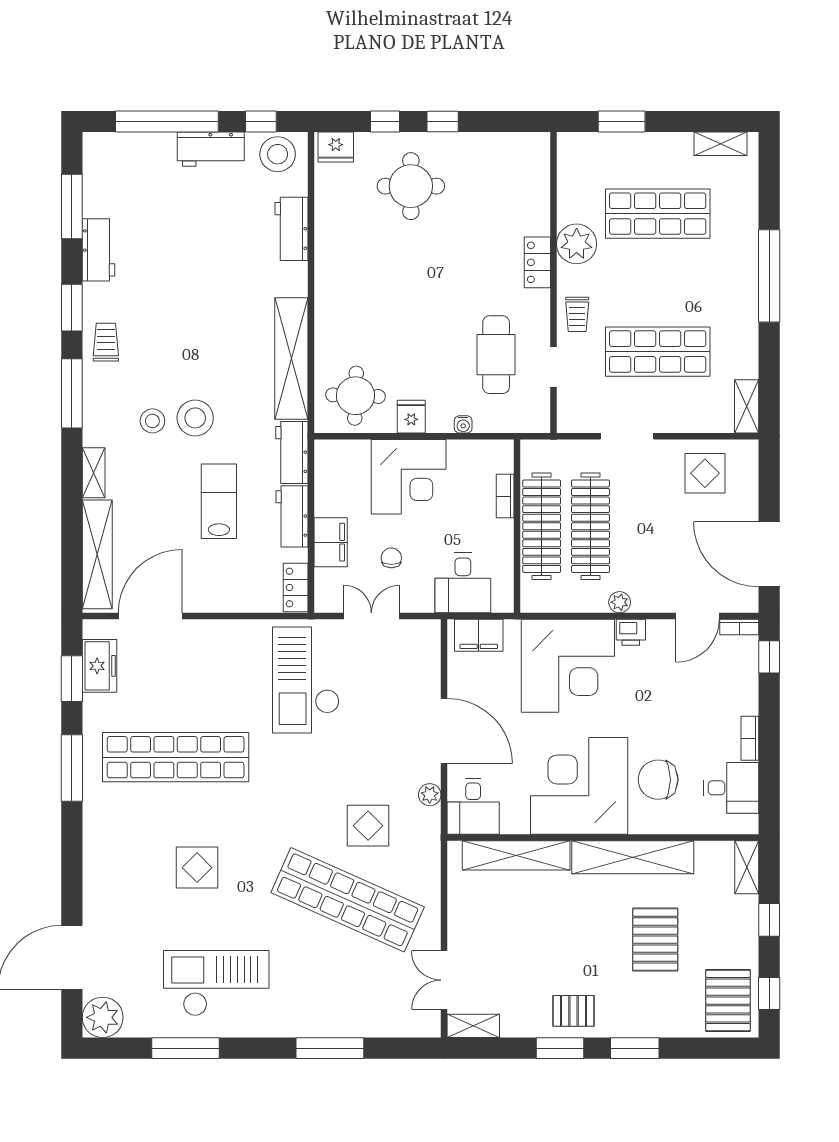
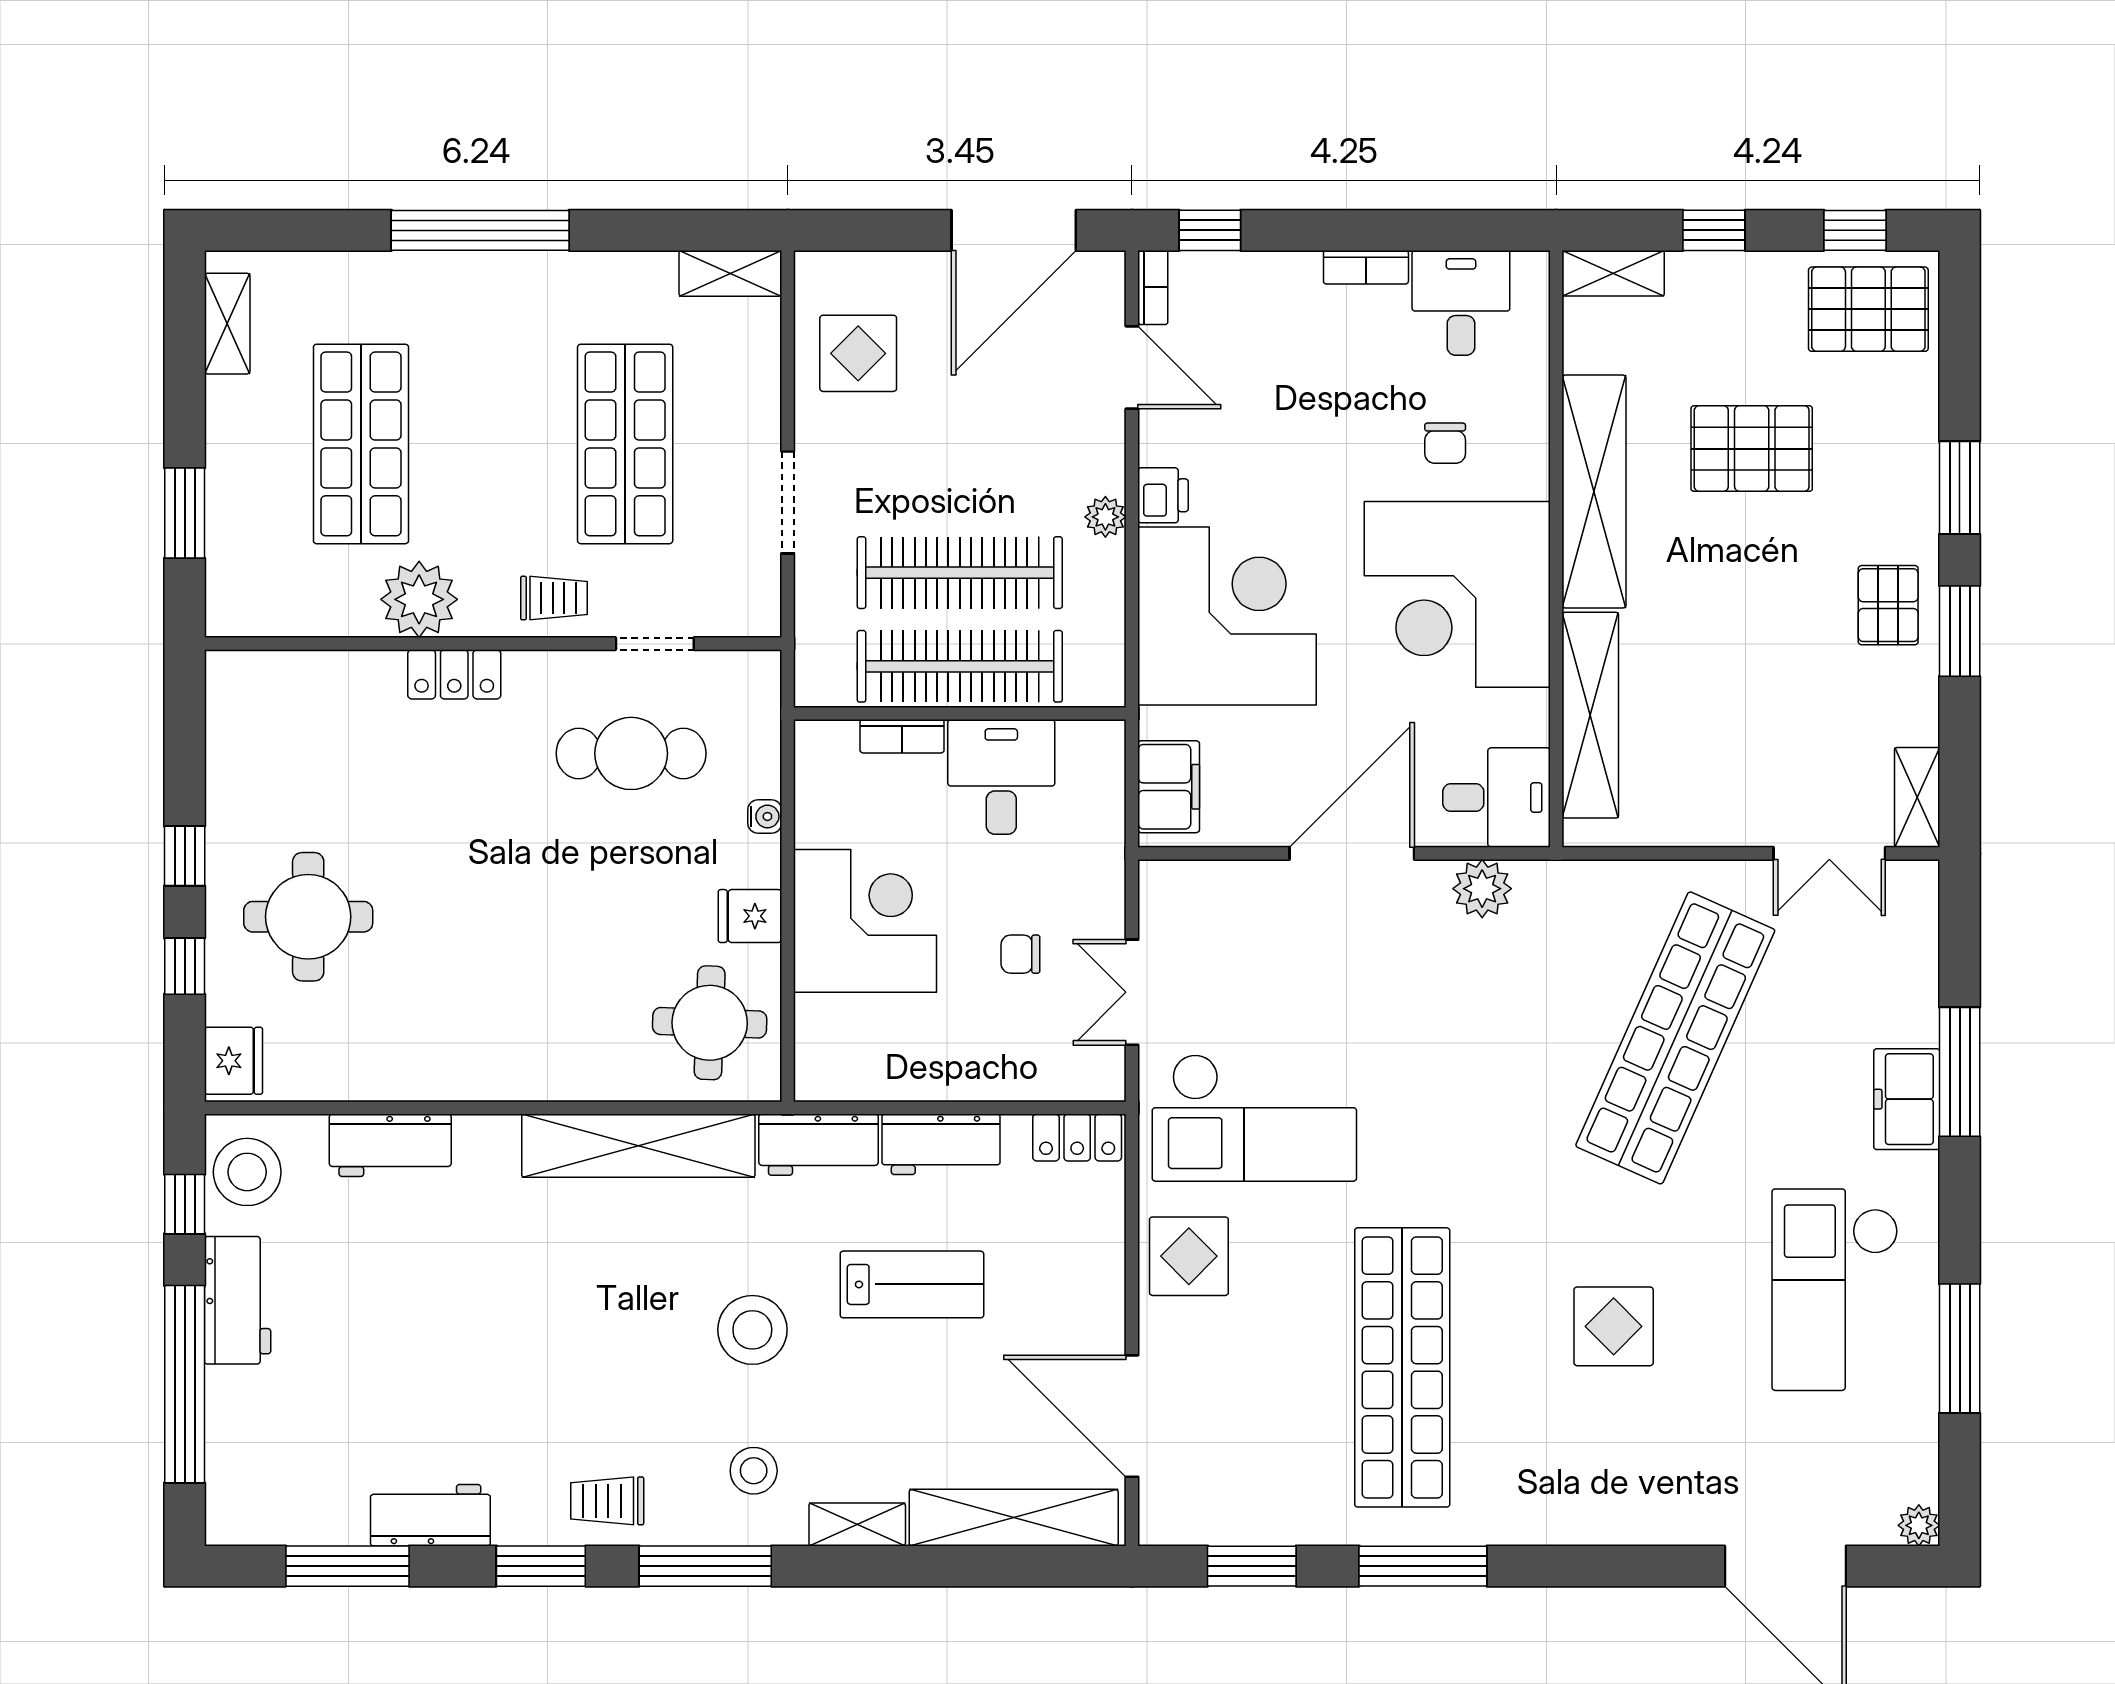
stool: (152, 421) -> (754, 1471), moved
lab bench: (219, 501) -> (912, 1284), turned 180
filing cabinet: (331, 542) -> (990, 1070), removed
desk: (463, 583) -> (1001, 777), moved, turned -90
freezer: (99, 666) -> (1907, 1099), moved, turned -90
chair: (658, 780) -> (1445, 443), width x0.54, depth x0.54
plant: (430, 795) -> (1482, 889), width x1.38, depth x1.38
display table: (368, 826) -> (1189, 1256), moved
plant: (103, 1017) -> (1919, 1525), width x0.53, depth x0.53

